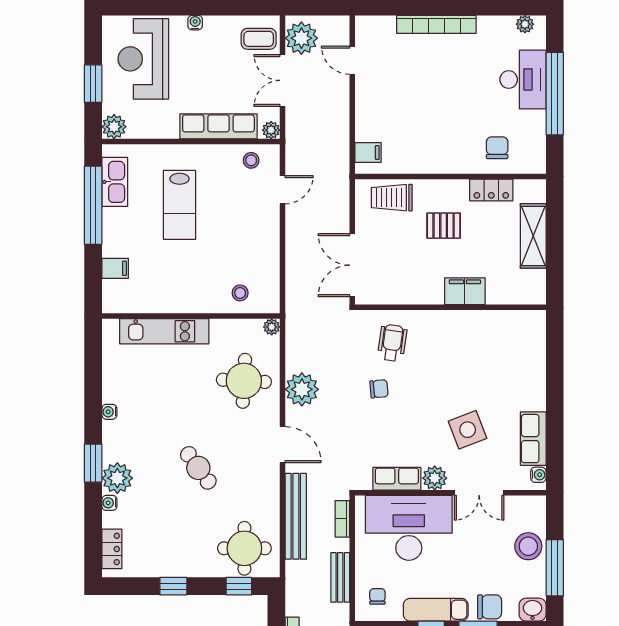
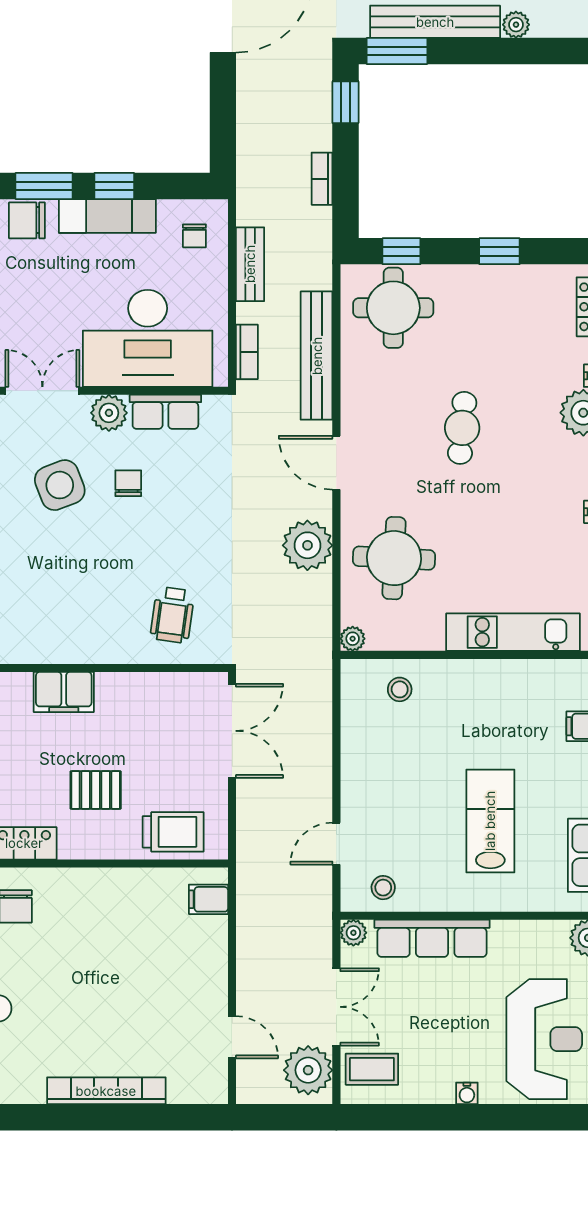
chair: (379, 389) -> (128, 483), moved, turned 95
cafe table: (198, 468) -> (462, 428), turned 41

